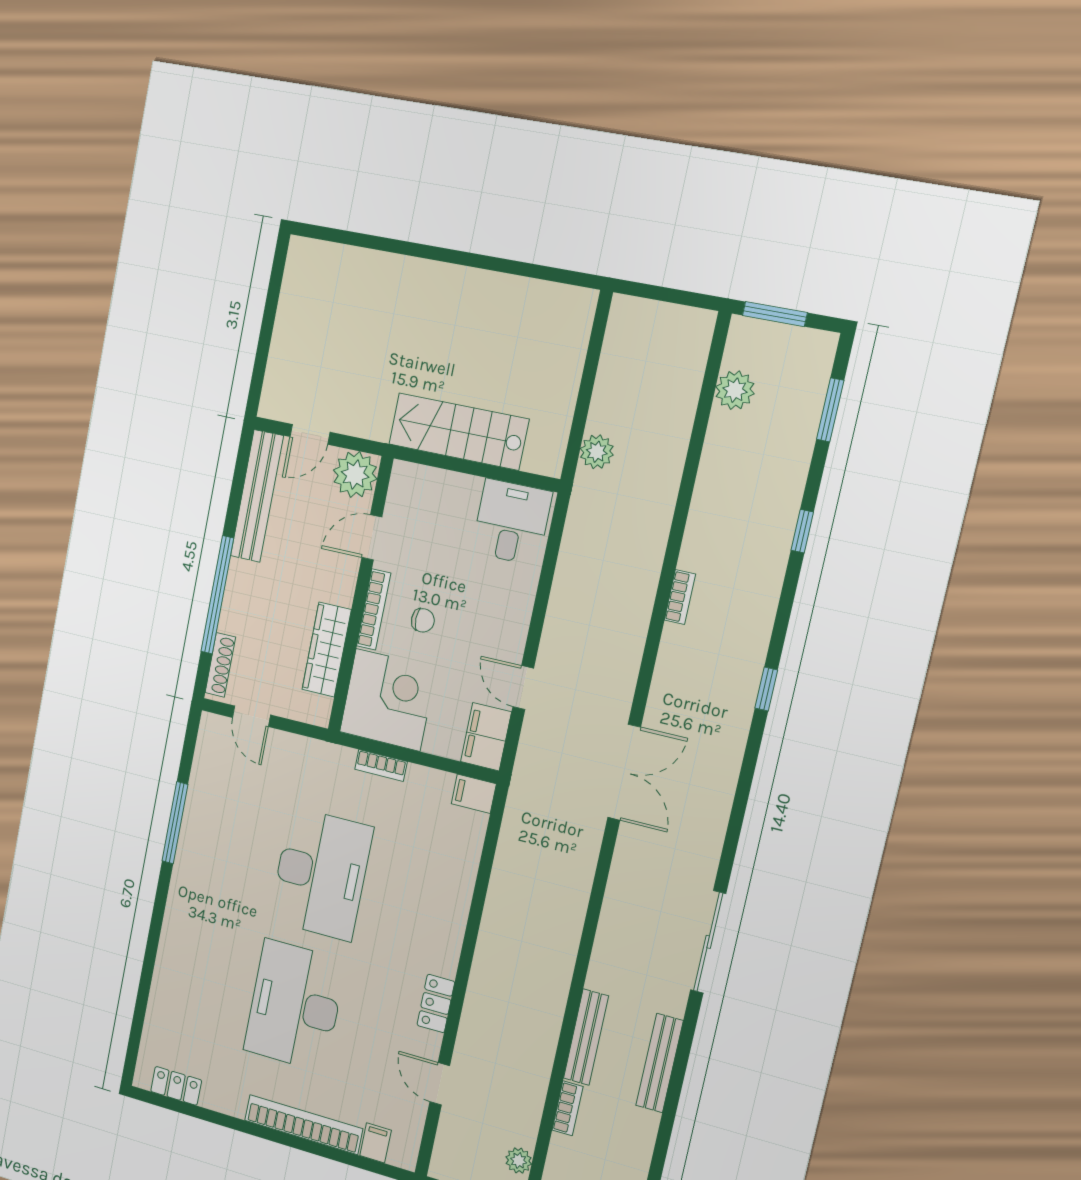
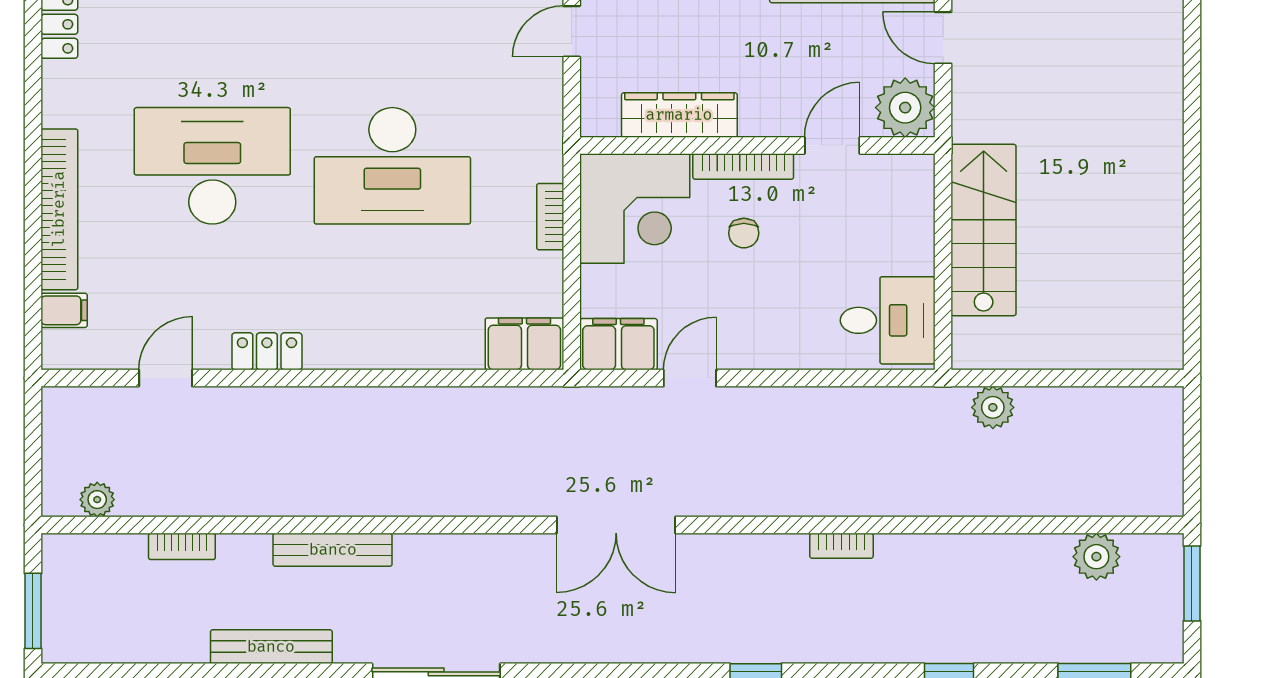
door: (372, 537) -> (832, 145), hinge flipped
filing cabinet: (474, 794) -> (524, 344), width x2.00
bench: (586, 1037) -> (333, 550), moved

